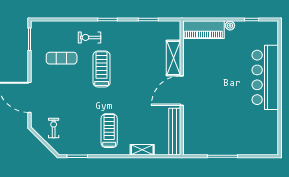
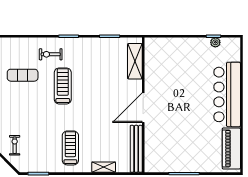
plant: (230, 26) -> (215, 42), moved
piano: (203, 30) -> (231, 148), moved, turned 90
shelving: (173, 58) -> (135, 61), moved

